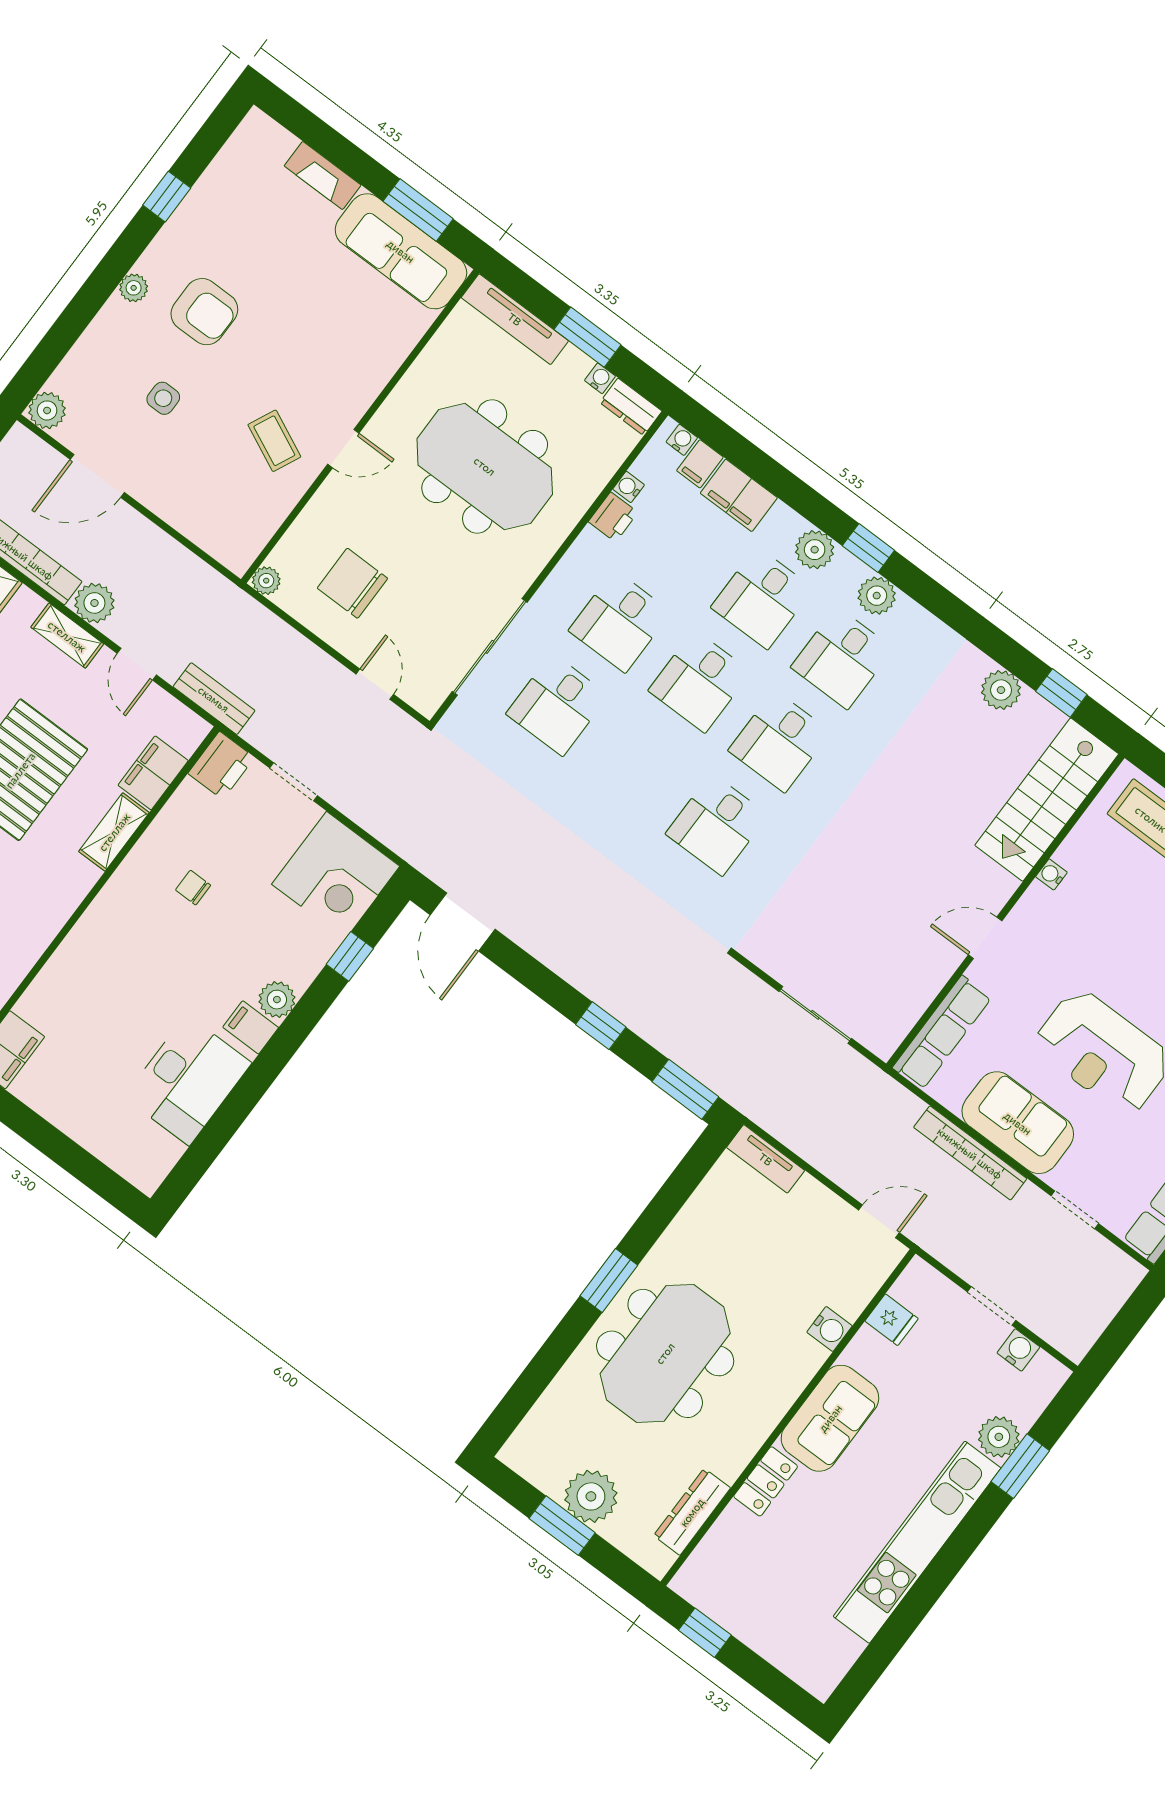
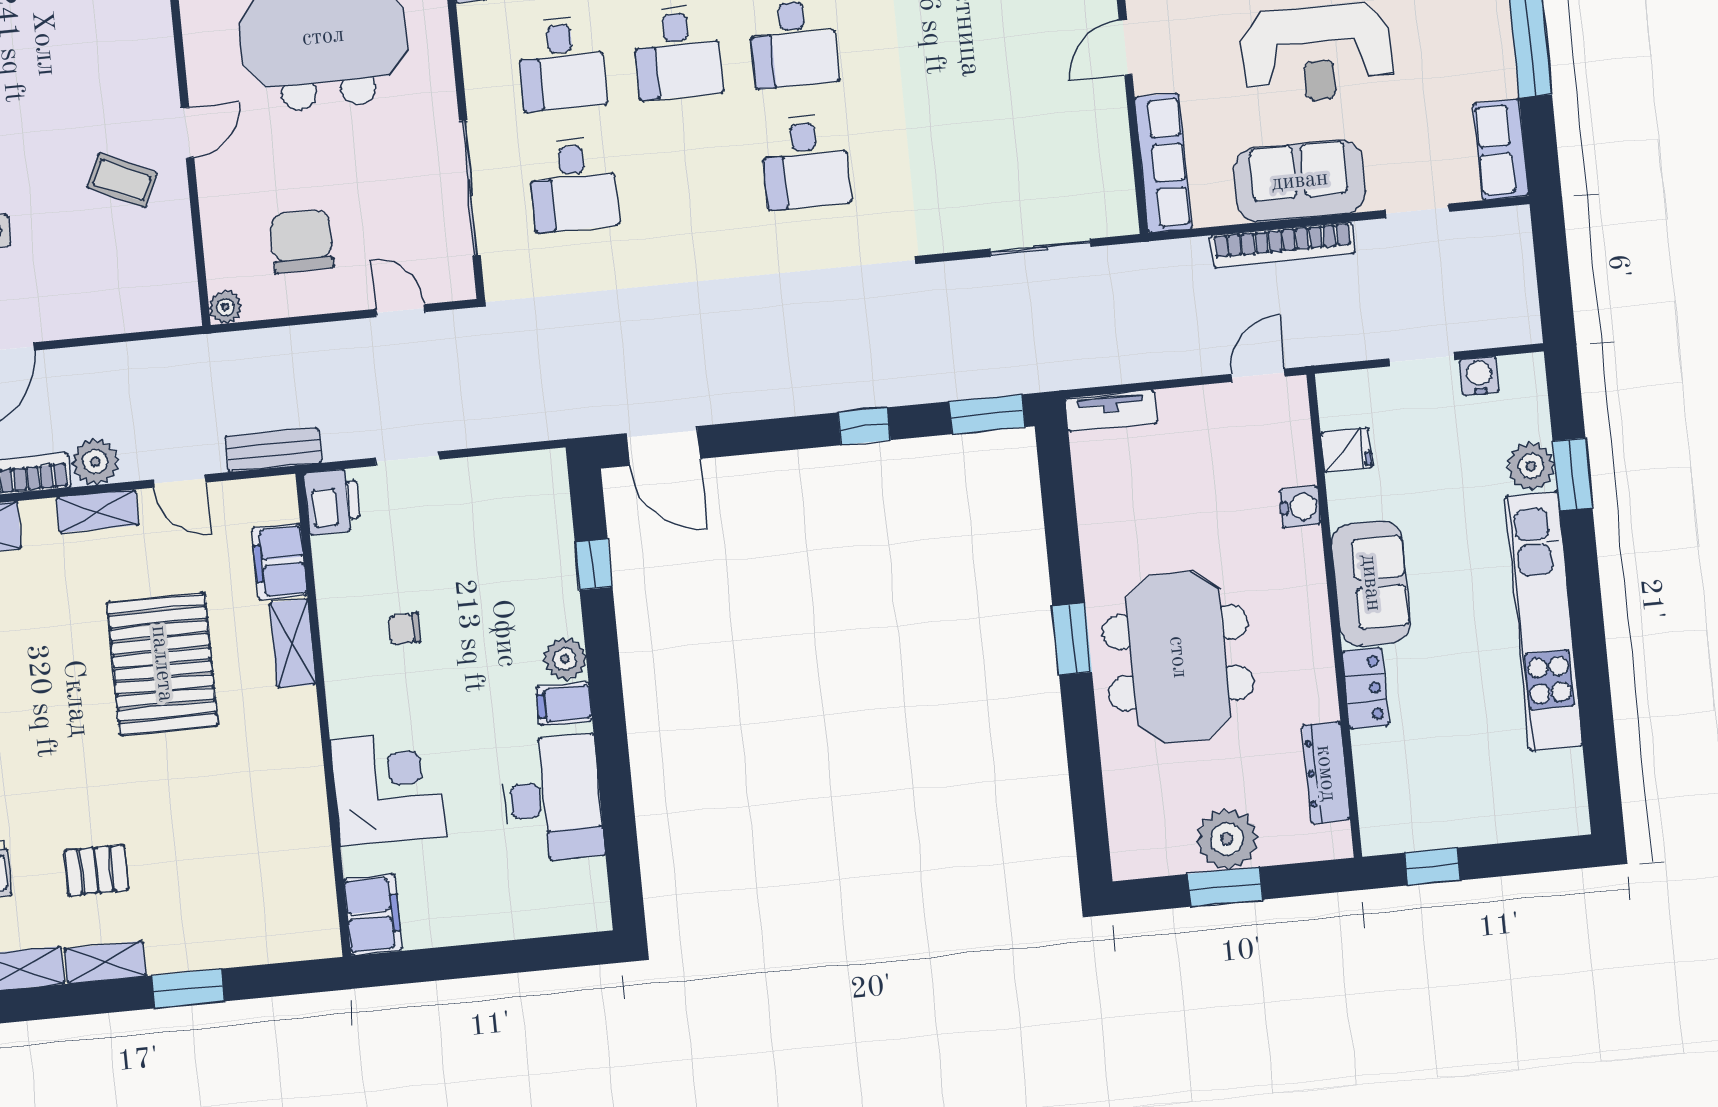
chair: (352, 583) -> (302, 241), turned 90
corner desk: (336, 875) -> (388, 788), moved, turned -90

